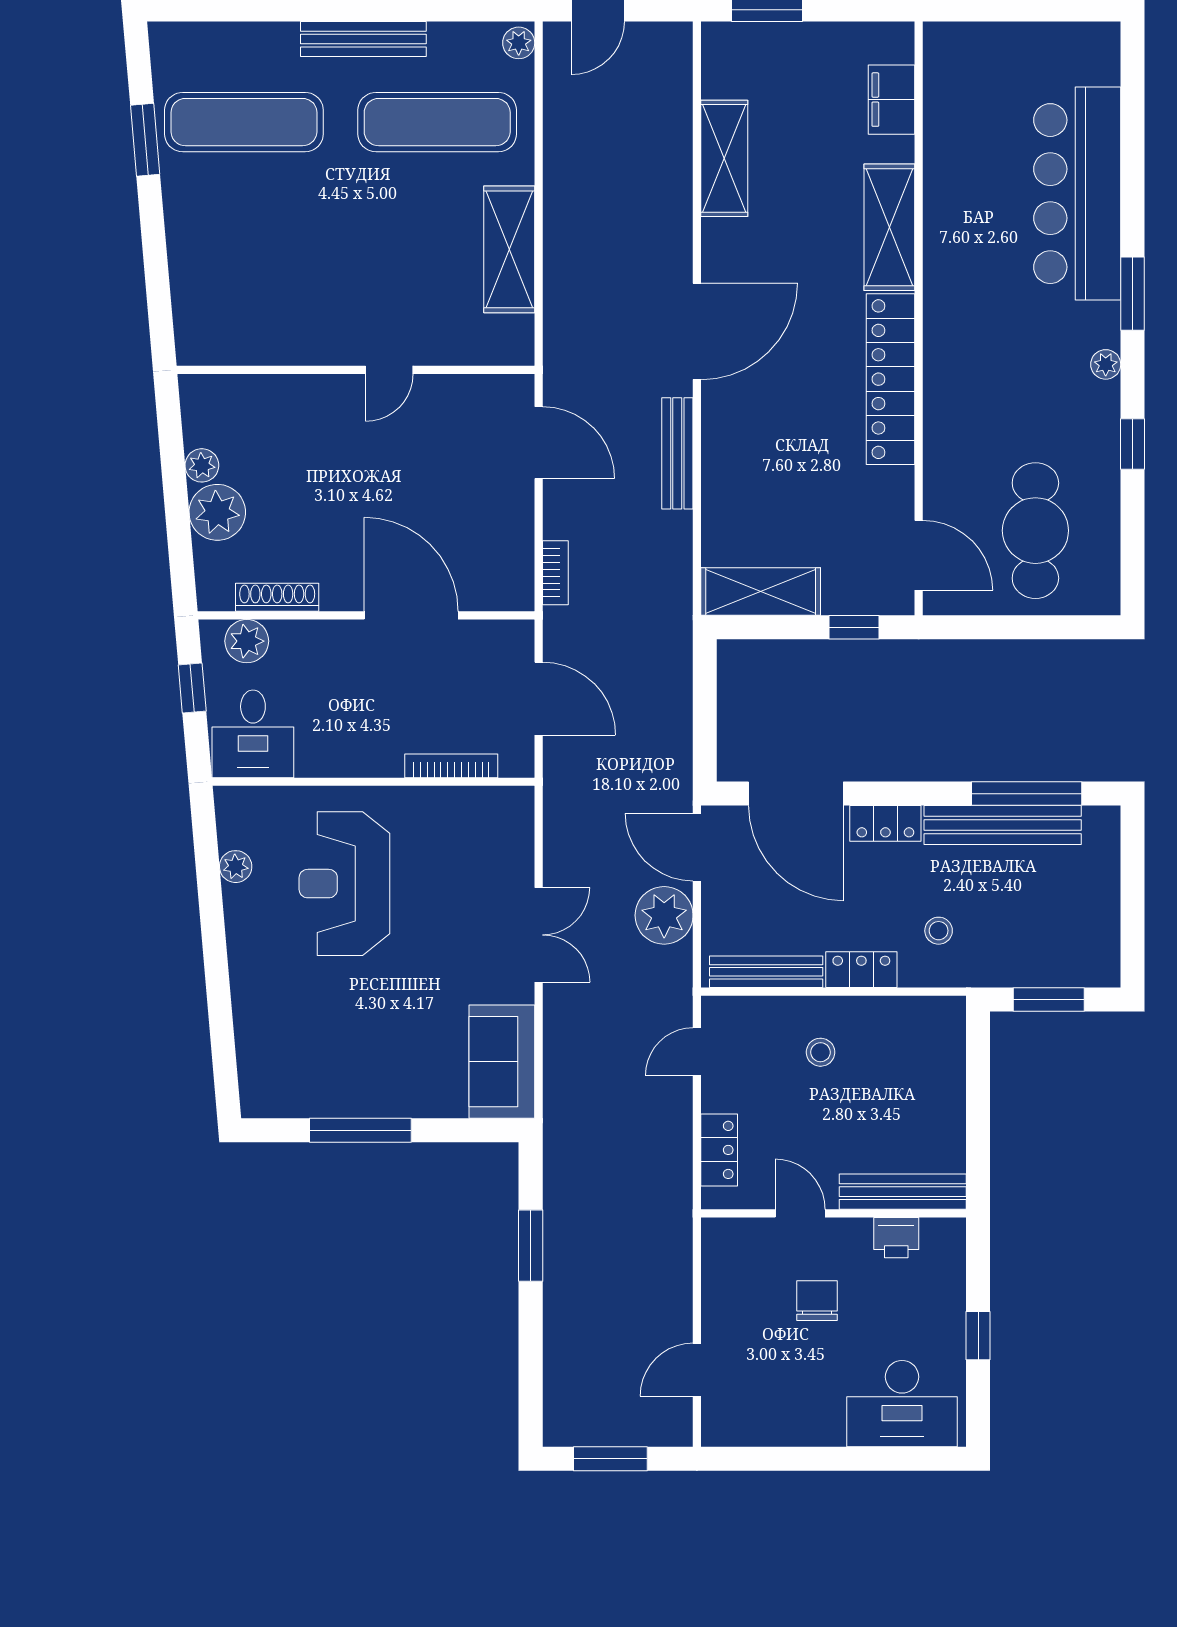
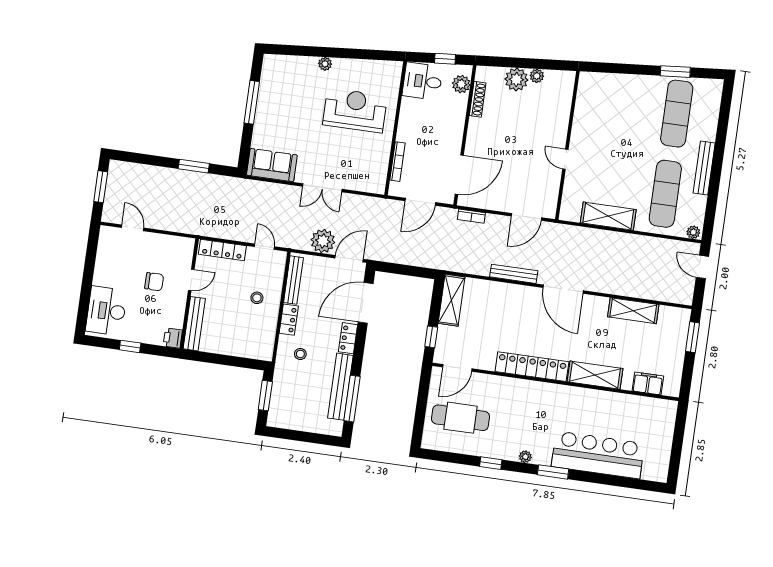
door: (411, 615) -> (459, 175), moved
plant: (236, 867) -> (325, 64), moved
locker: (719, 1150) -> (222, 250), width x1.53
printer: (896, 1238) -> (173, 338), moved

